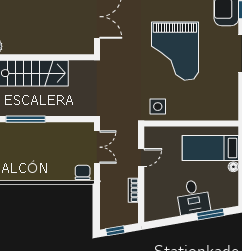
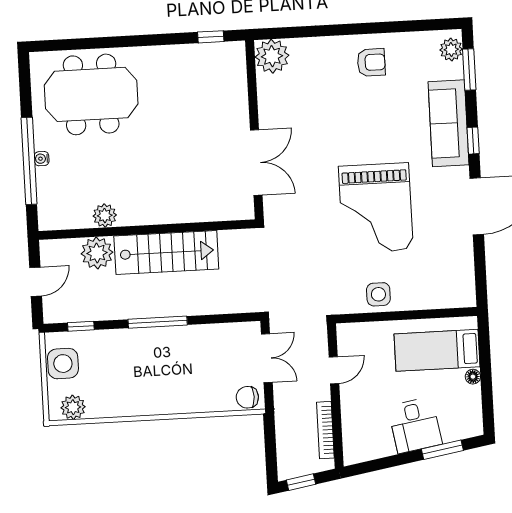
side table: (158, 107) -> (378, 294), moved
chair: (83, 172) -> (247, 397), turned -90
bookcase: (133, 190) -> (325, 430), width x1.56

